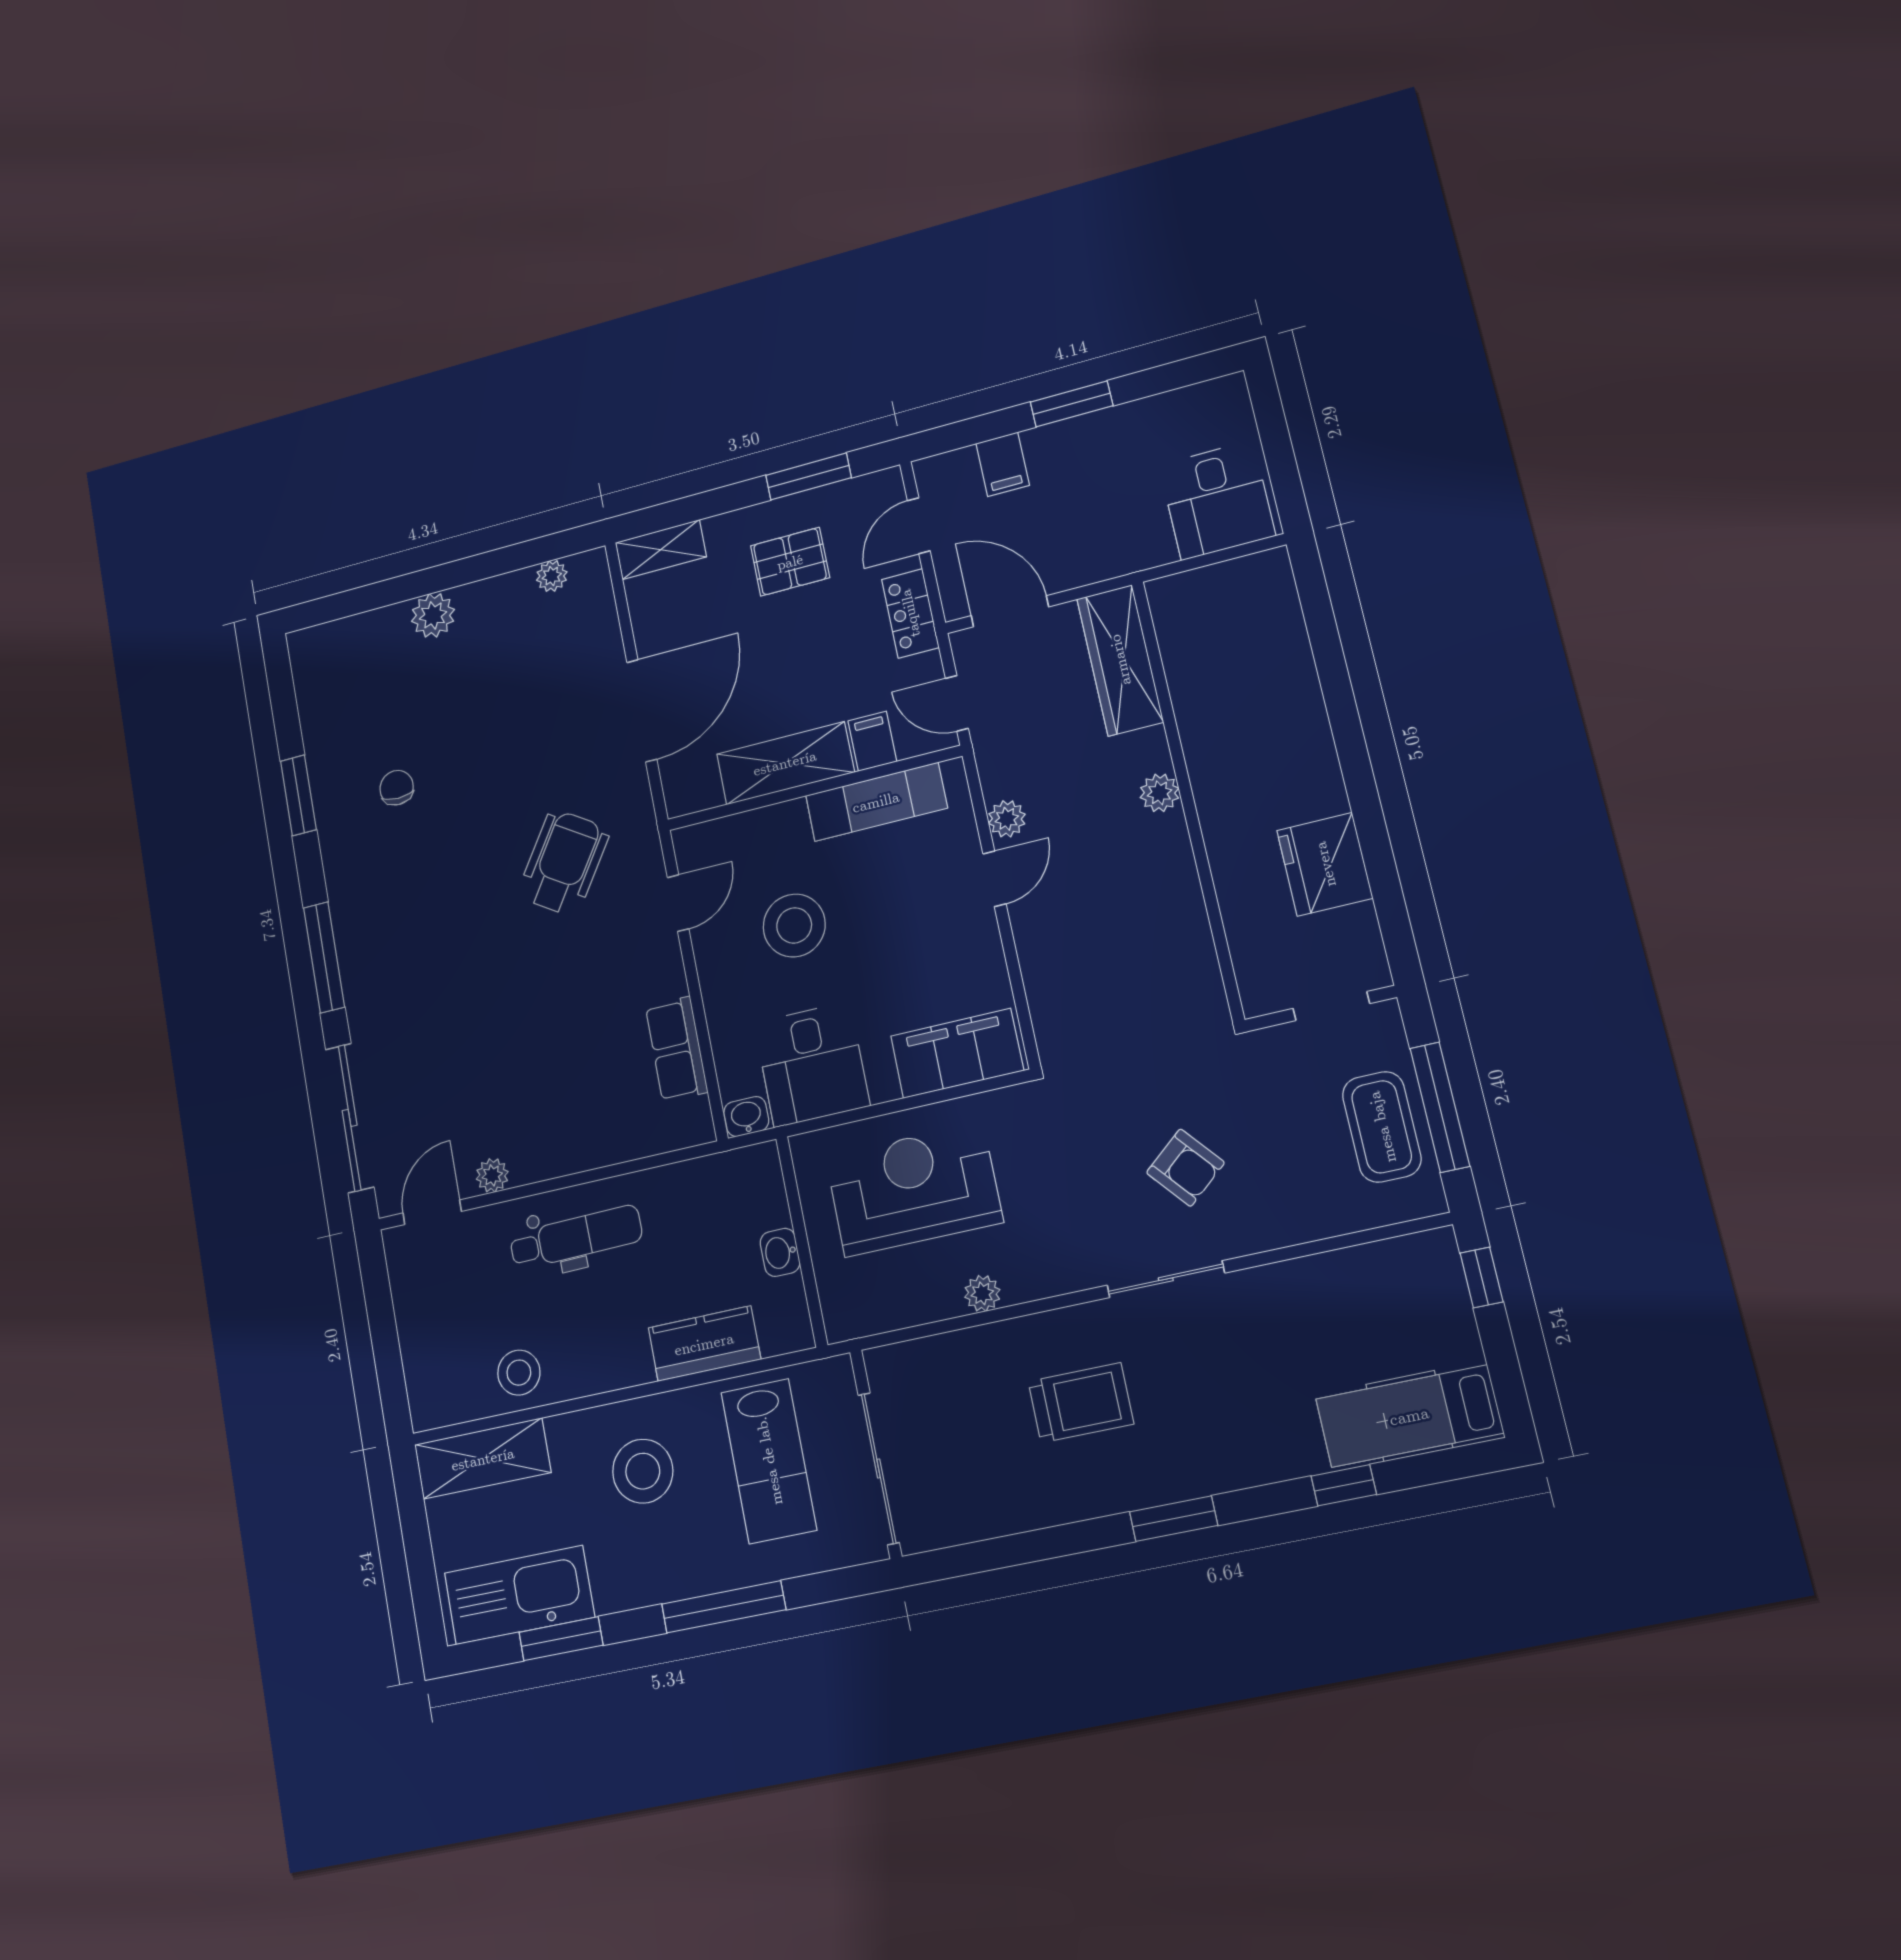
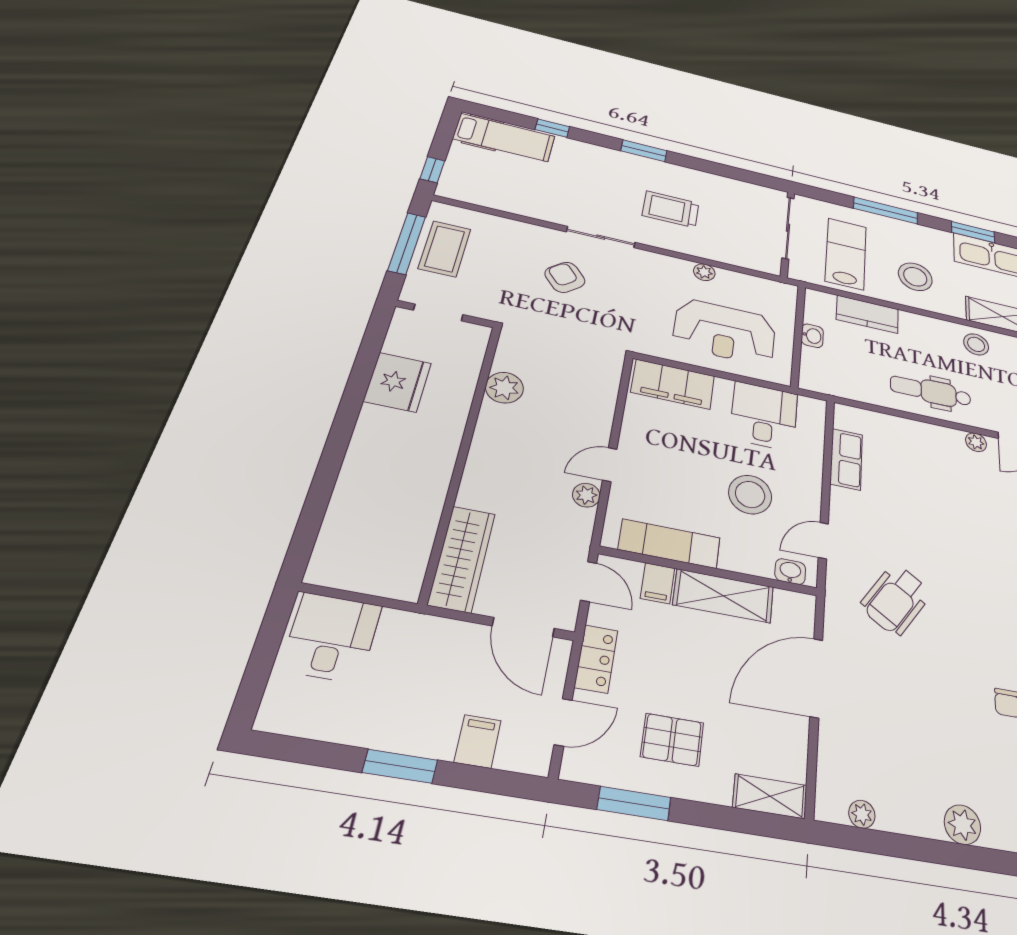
plant: (1159, 793) -> (504, 388), moved, width x1.38, depth x1.38
washbasin: (746, 1117) -> (790, 572), moved, turned 180

